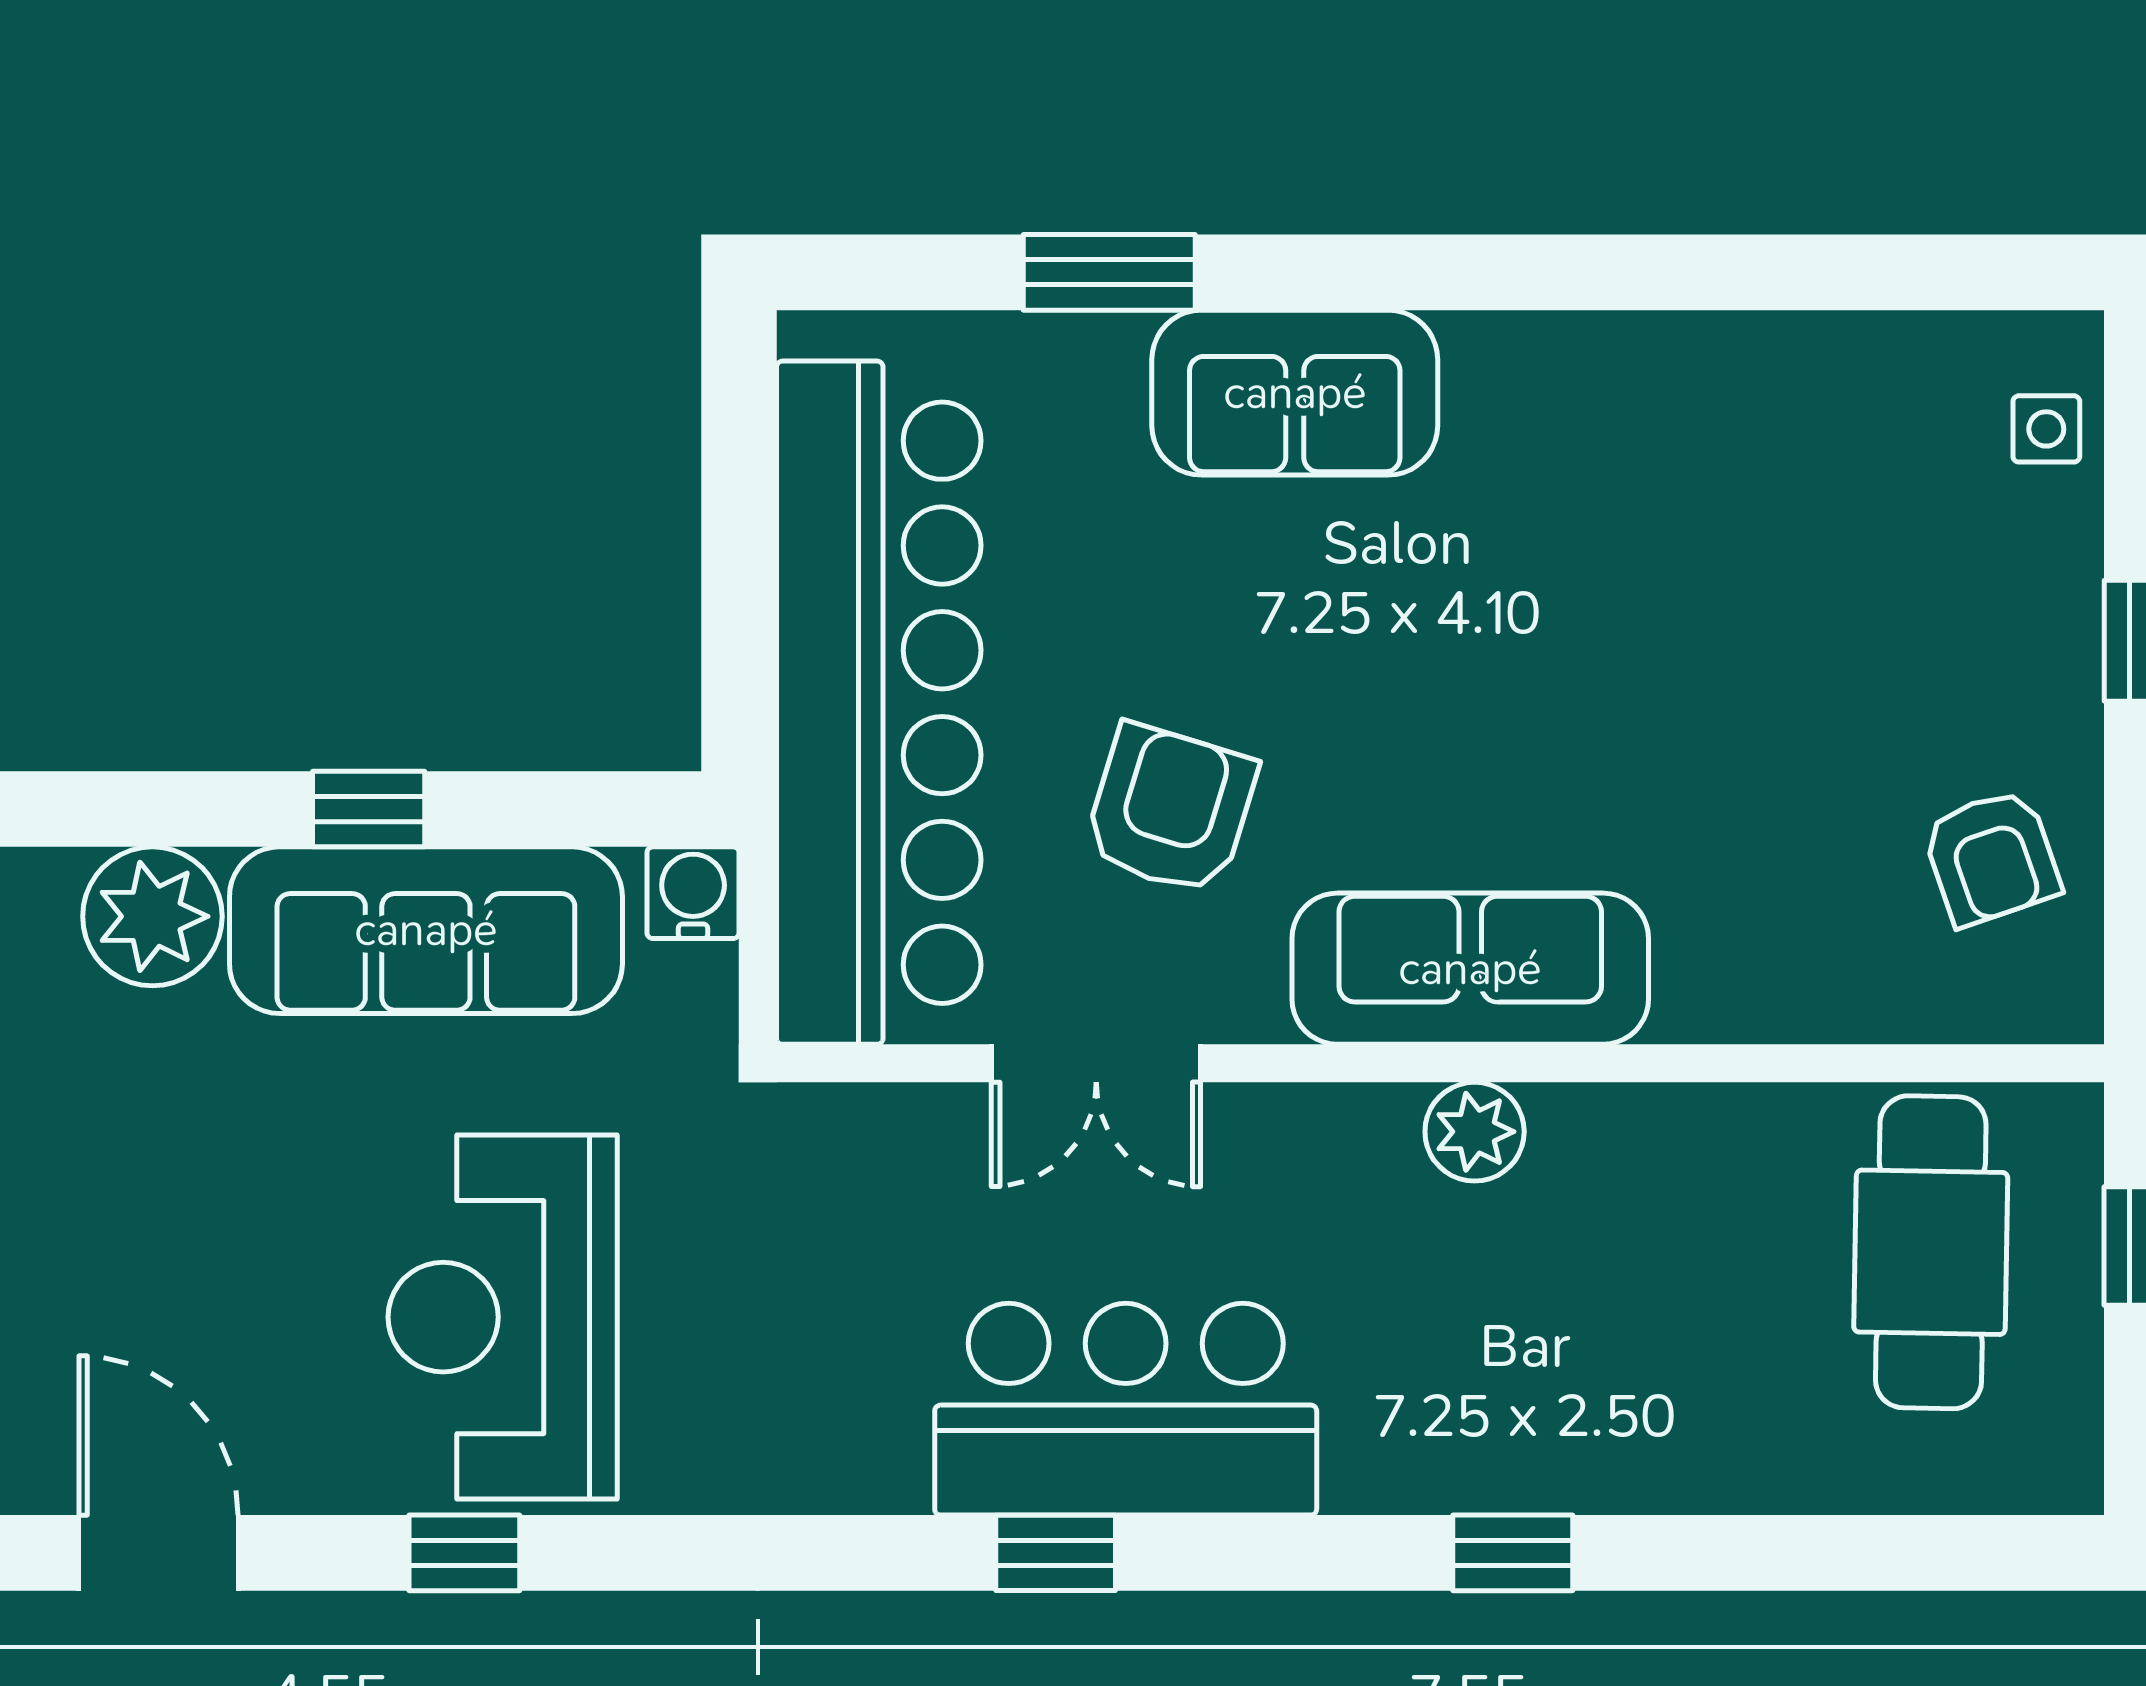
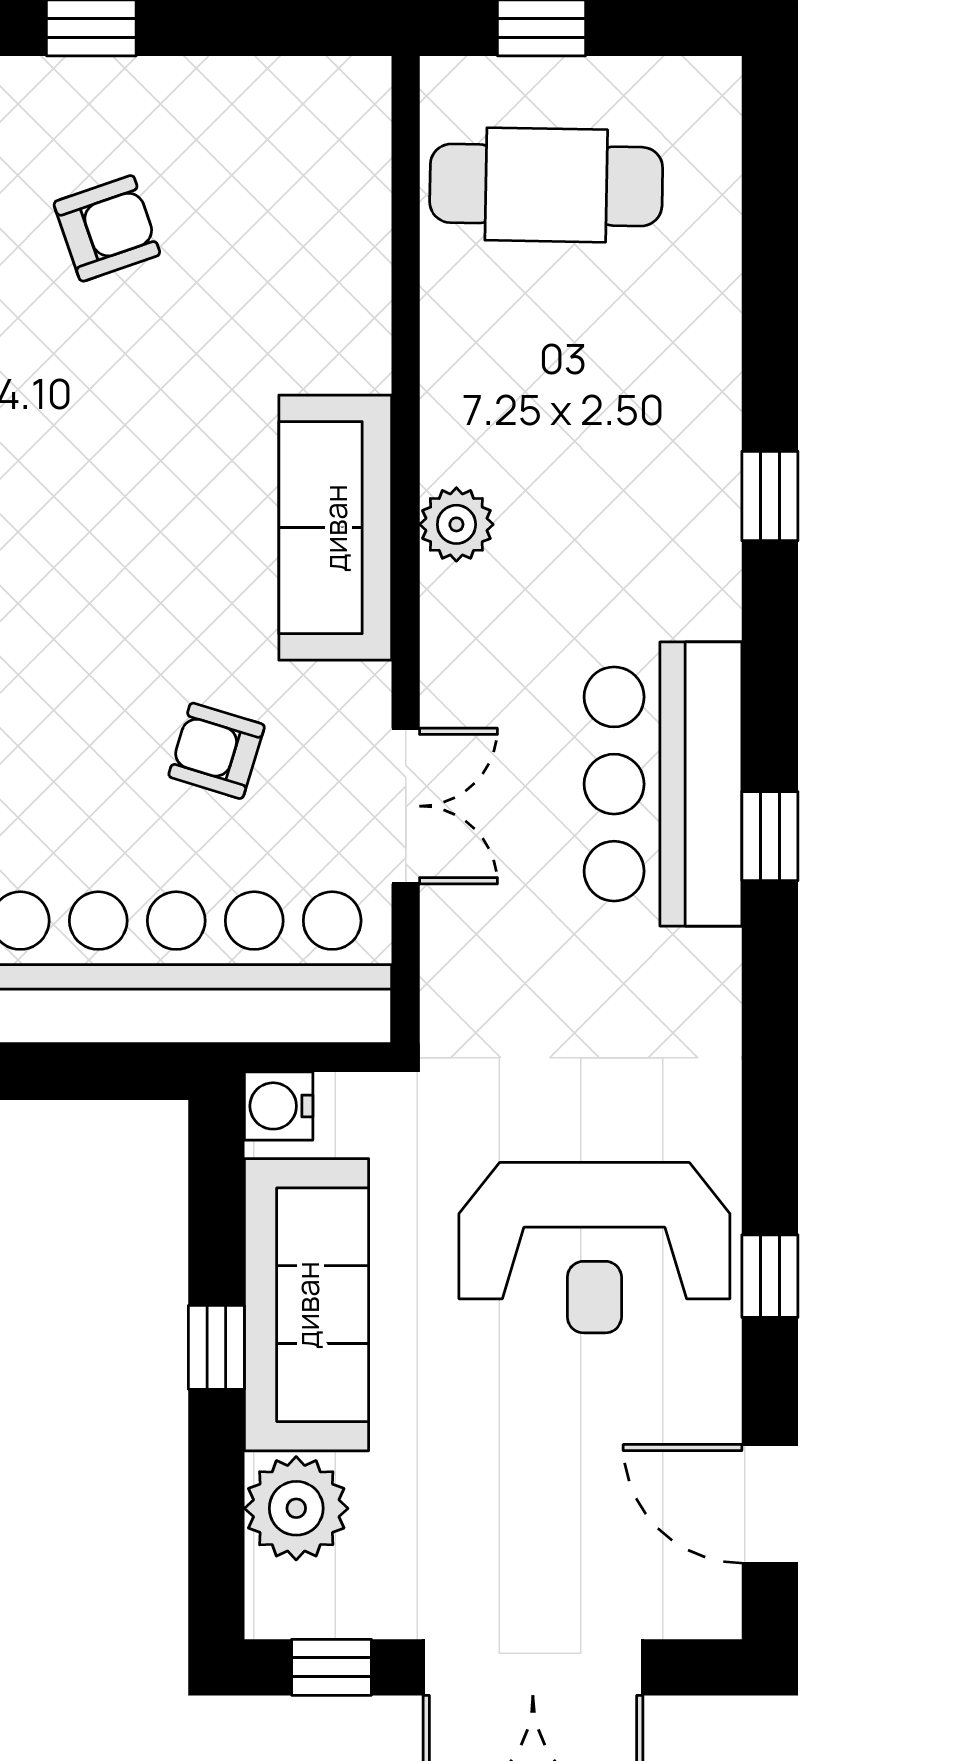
armchair: (1170, 809) -> (217, 751), width x0.72, depth x0.72
armchair: (1991, 857) -> (107, 228), moved
door: (158, 1553) -> (770, 1504), hinge flipped

